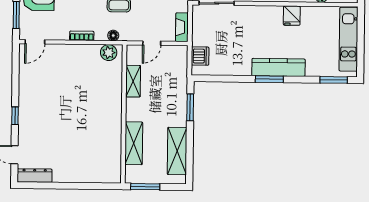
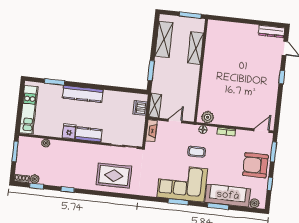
kitchen counter: (265, 14) -> (89, 134), added
window: (269, 79) -> (90, 86), removed
window: (334, 80) -> (55, 82), moved
shelving: (133, 81) -> (155, 106), moved

